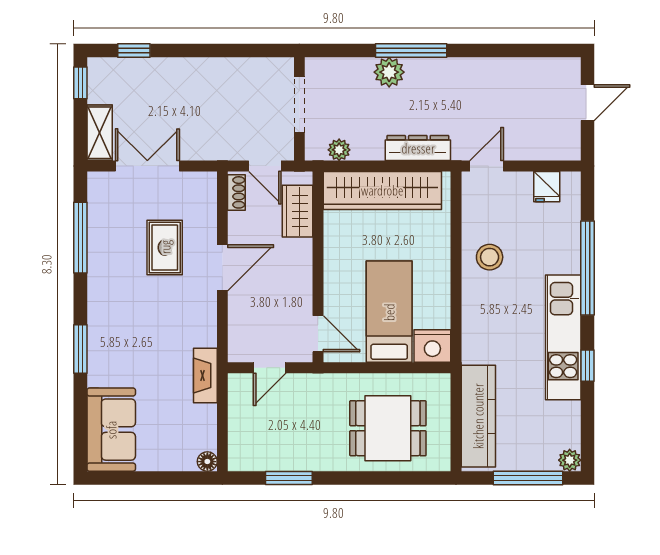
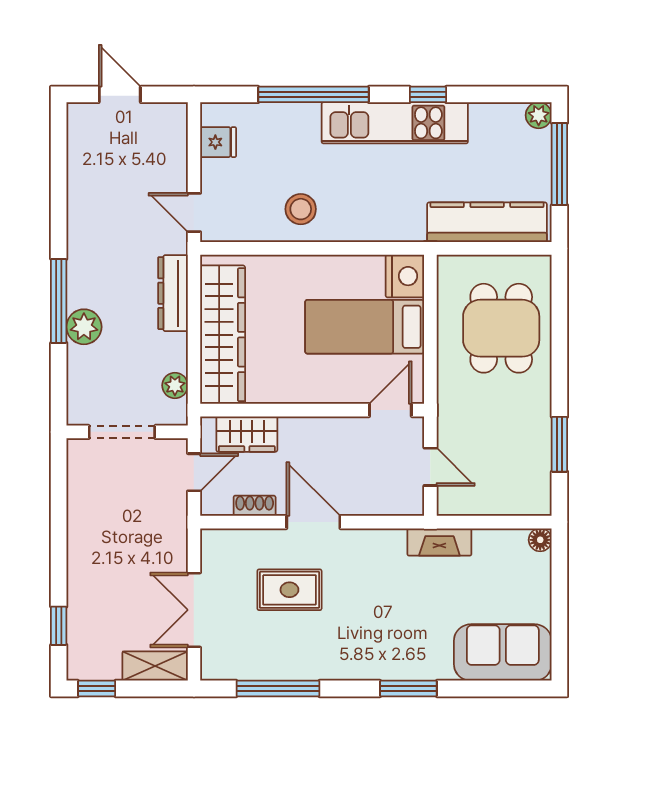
shoe rack: (236, 192) -> (255, 506), moved

